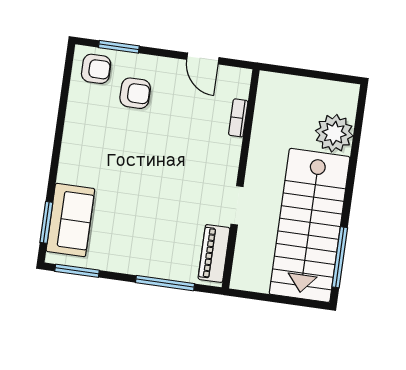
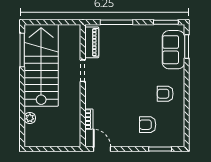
door: (203, 59) -> (102, 149), moved
armchair: (96, 69) -> (165, 94), moved
plant: (334, 133) -> (30, 118), width x0.53, depth x0.53

